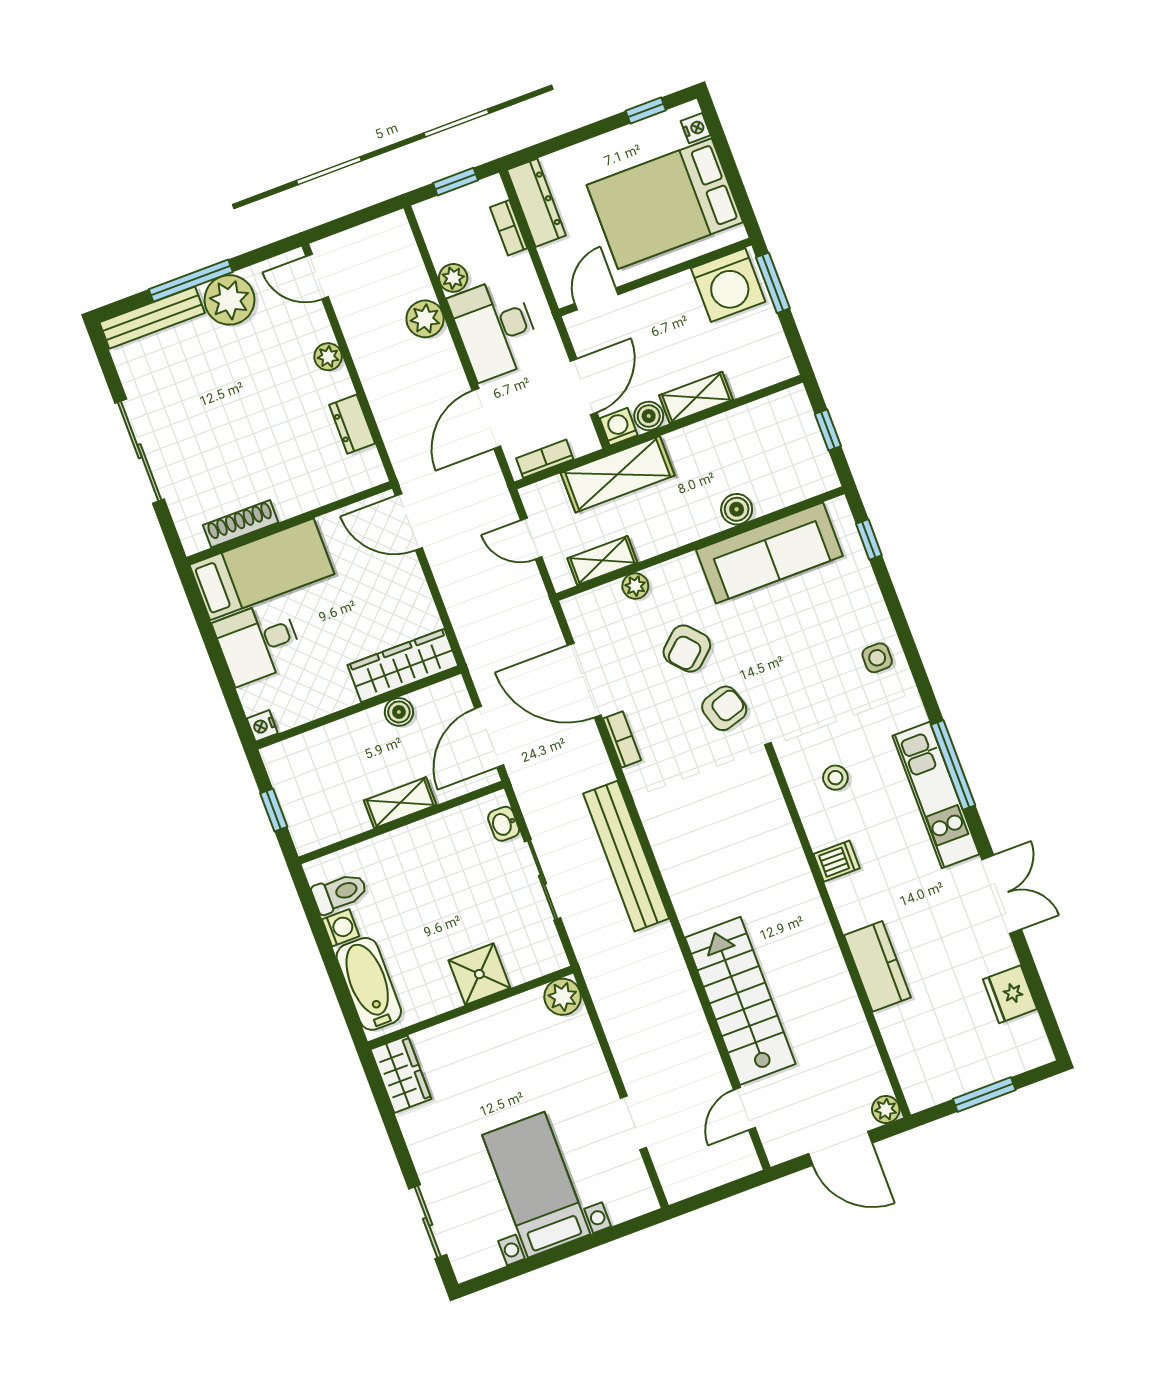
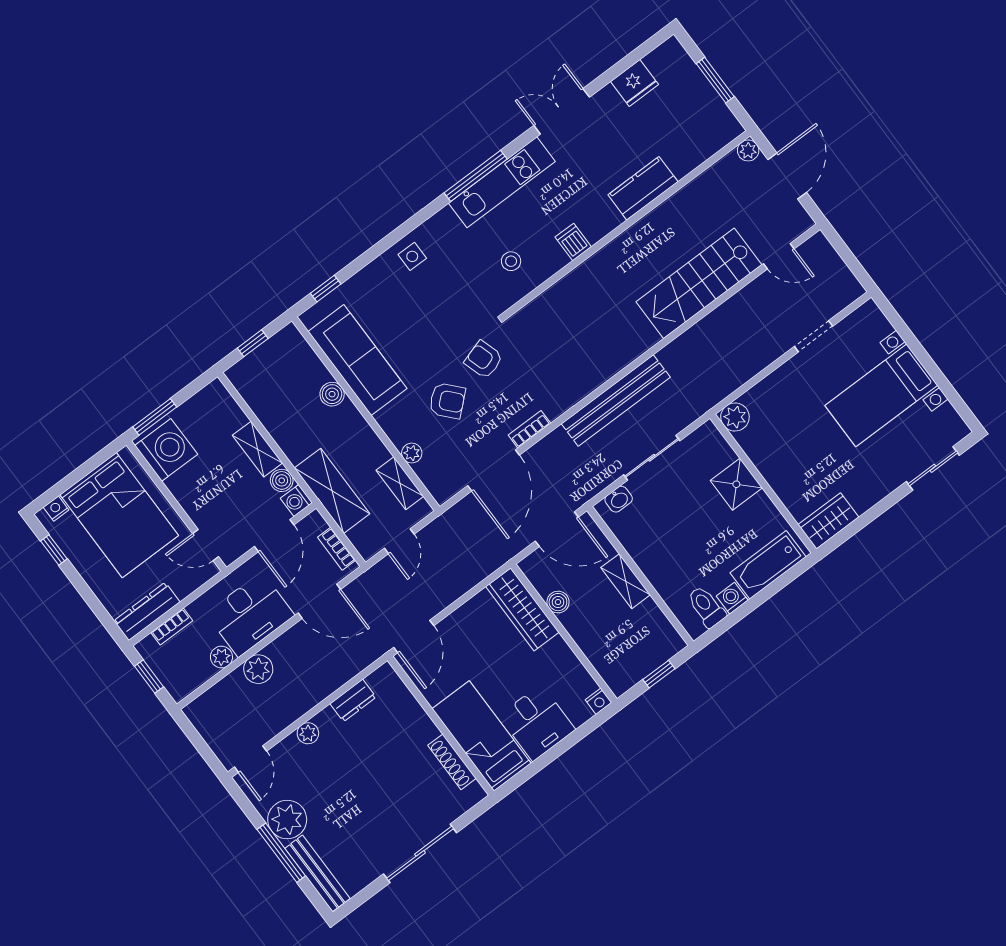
door: (584, 387) -> (274, 536), swing flipped

